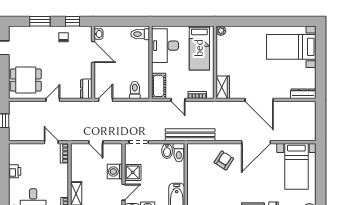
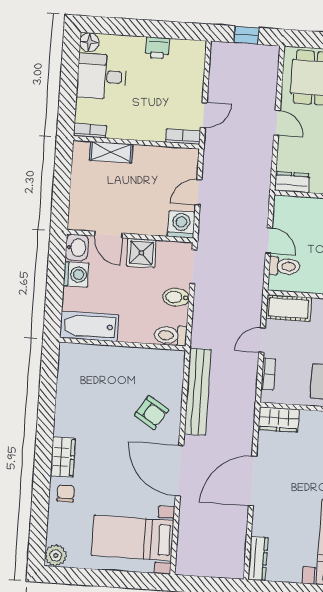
door: (106, 100) -> (269, 240), moved
bench: (190, 135) -> (198, 392), moved
bidet: (167, 151) -> (176, 297), moved
washing machine: (115, 172) -> (181, 224), moved

